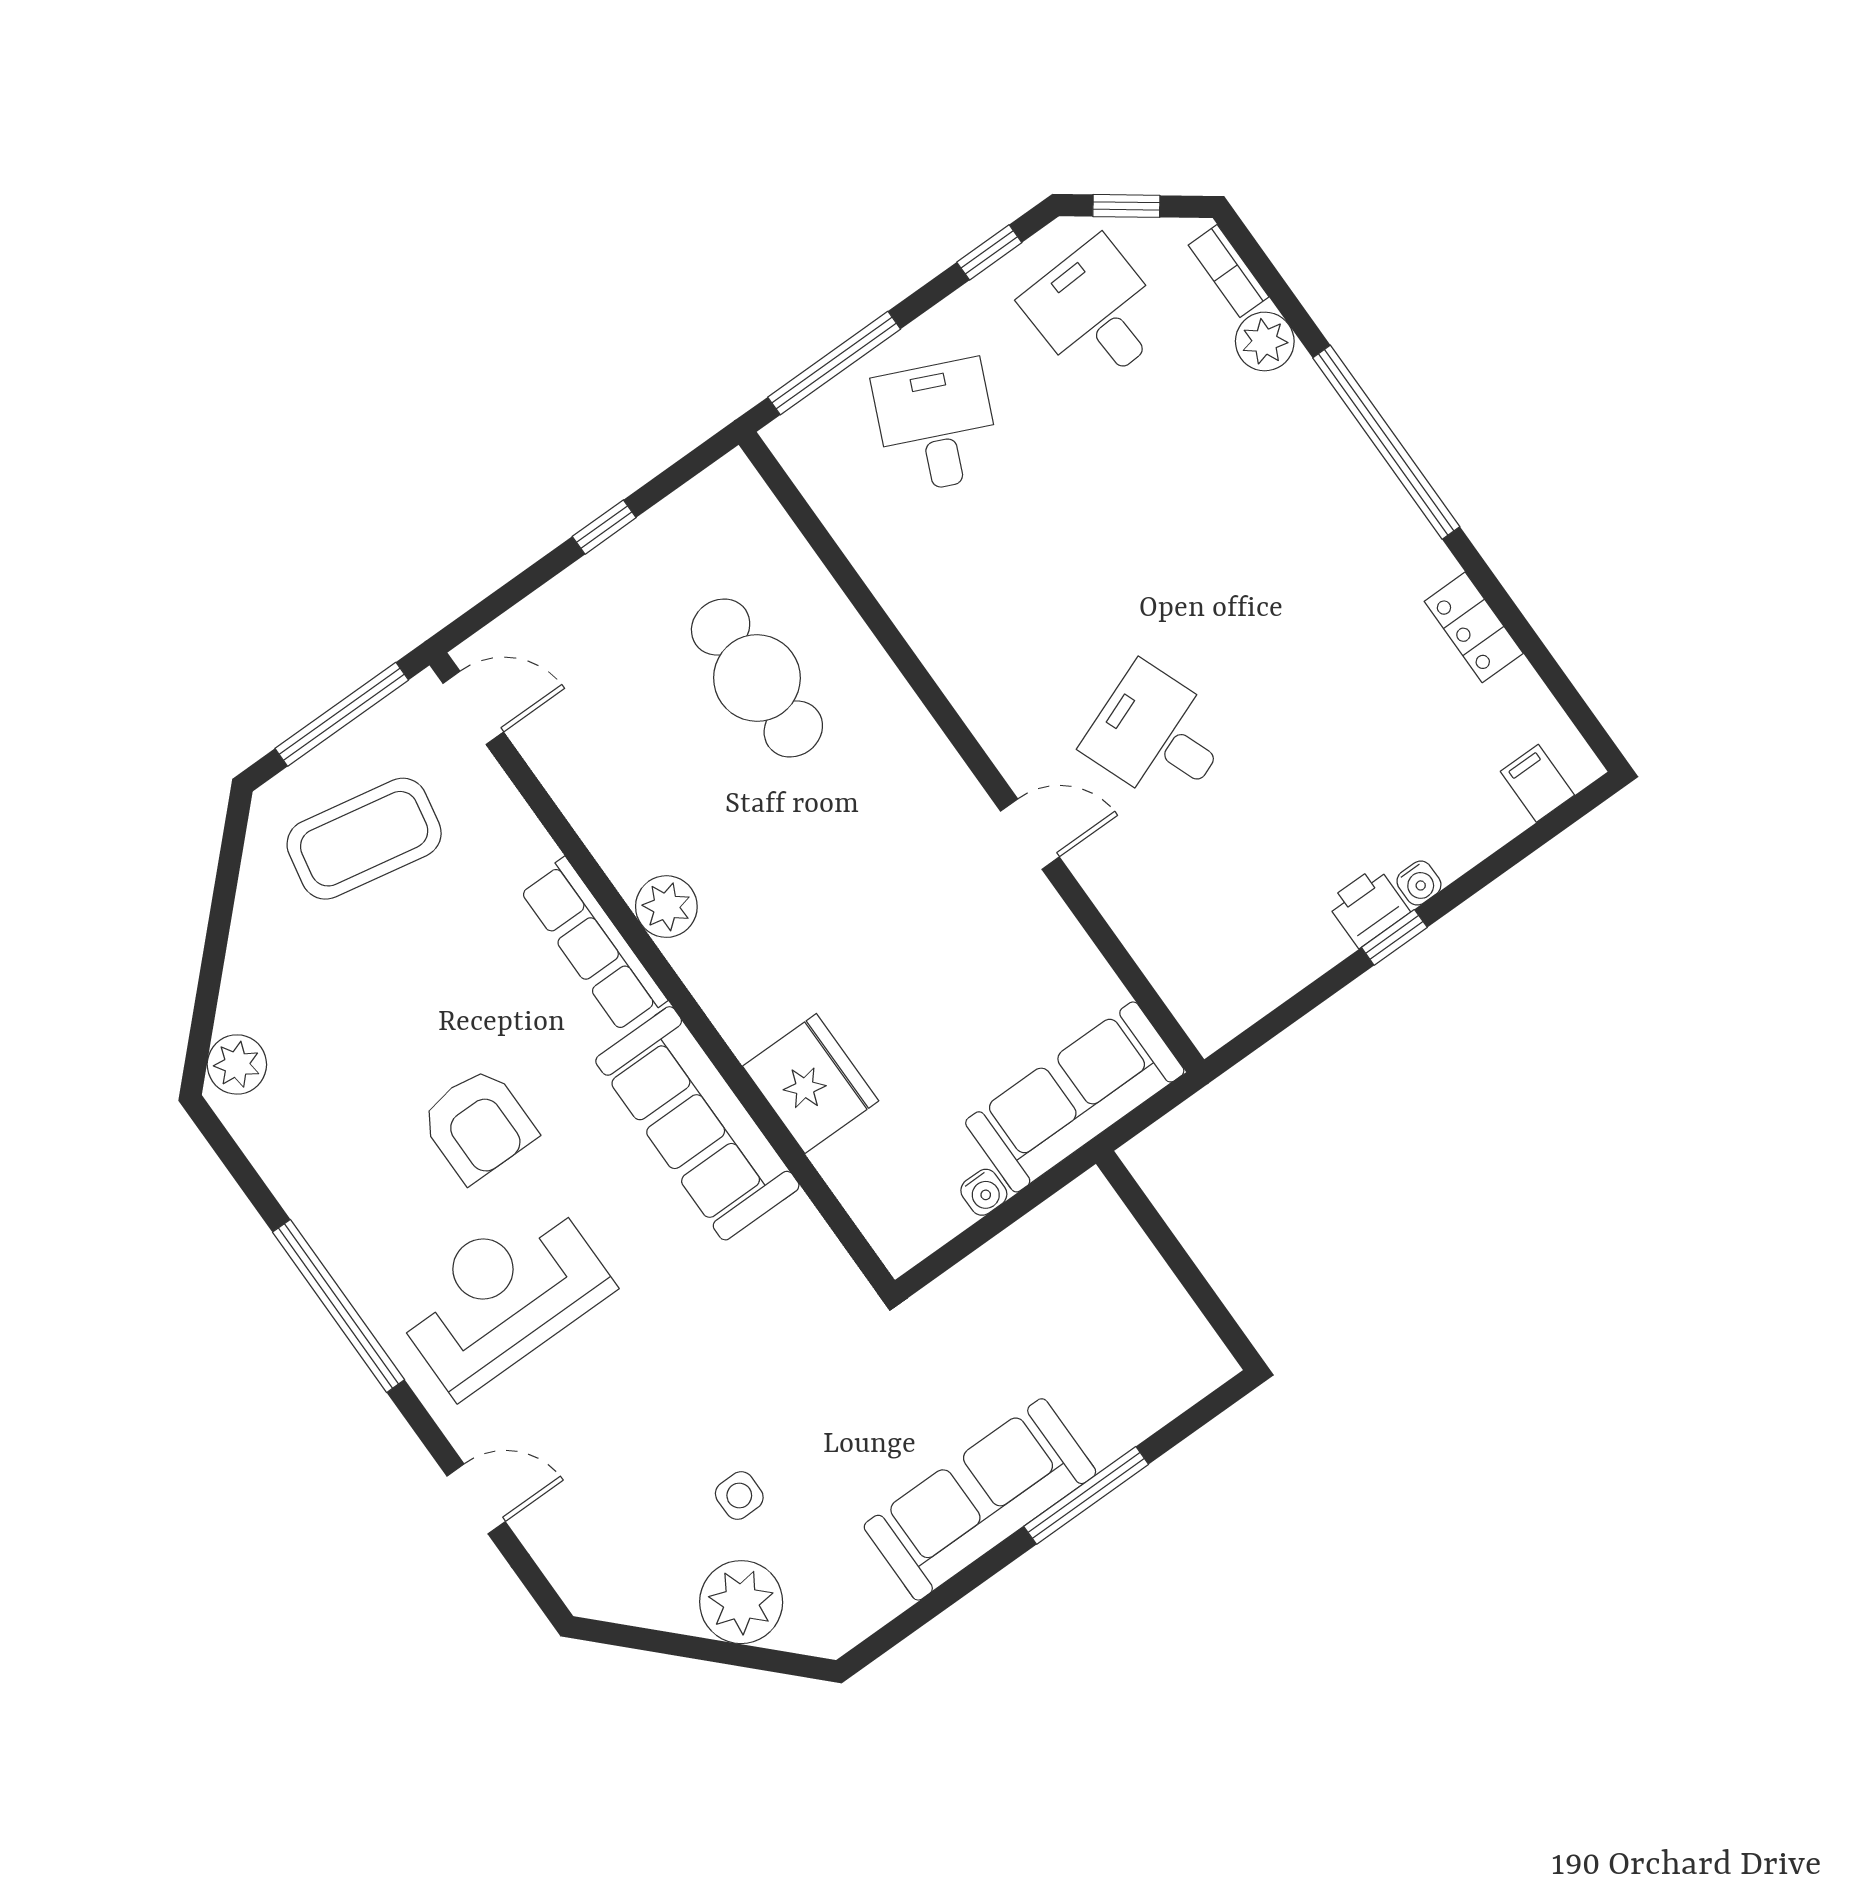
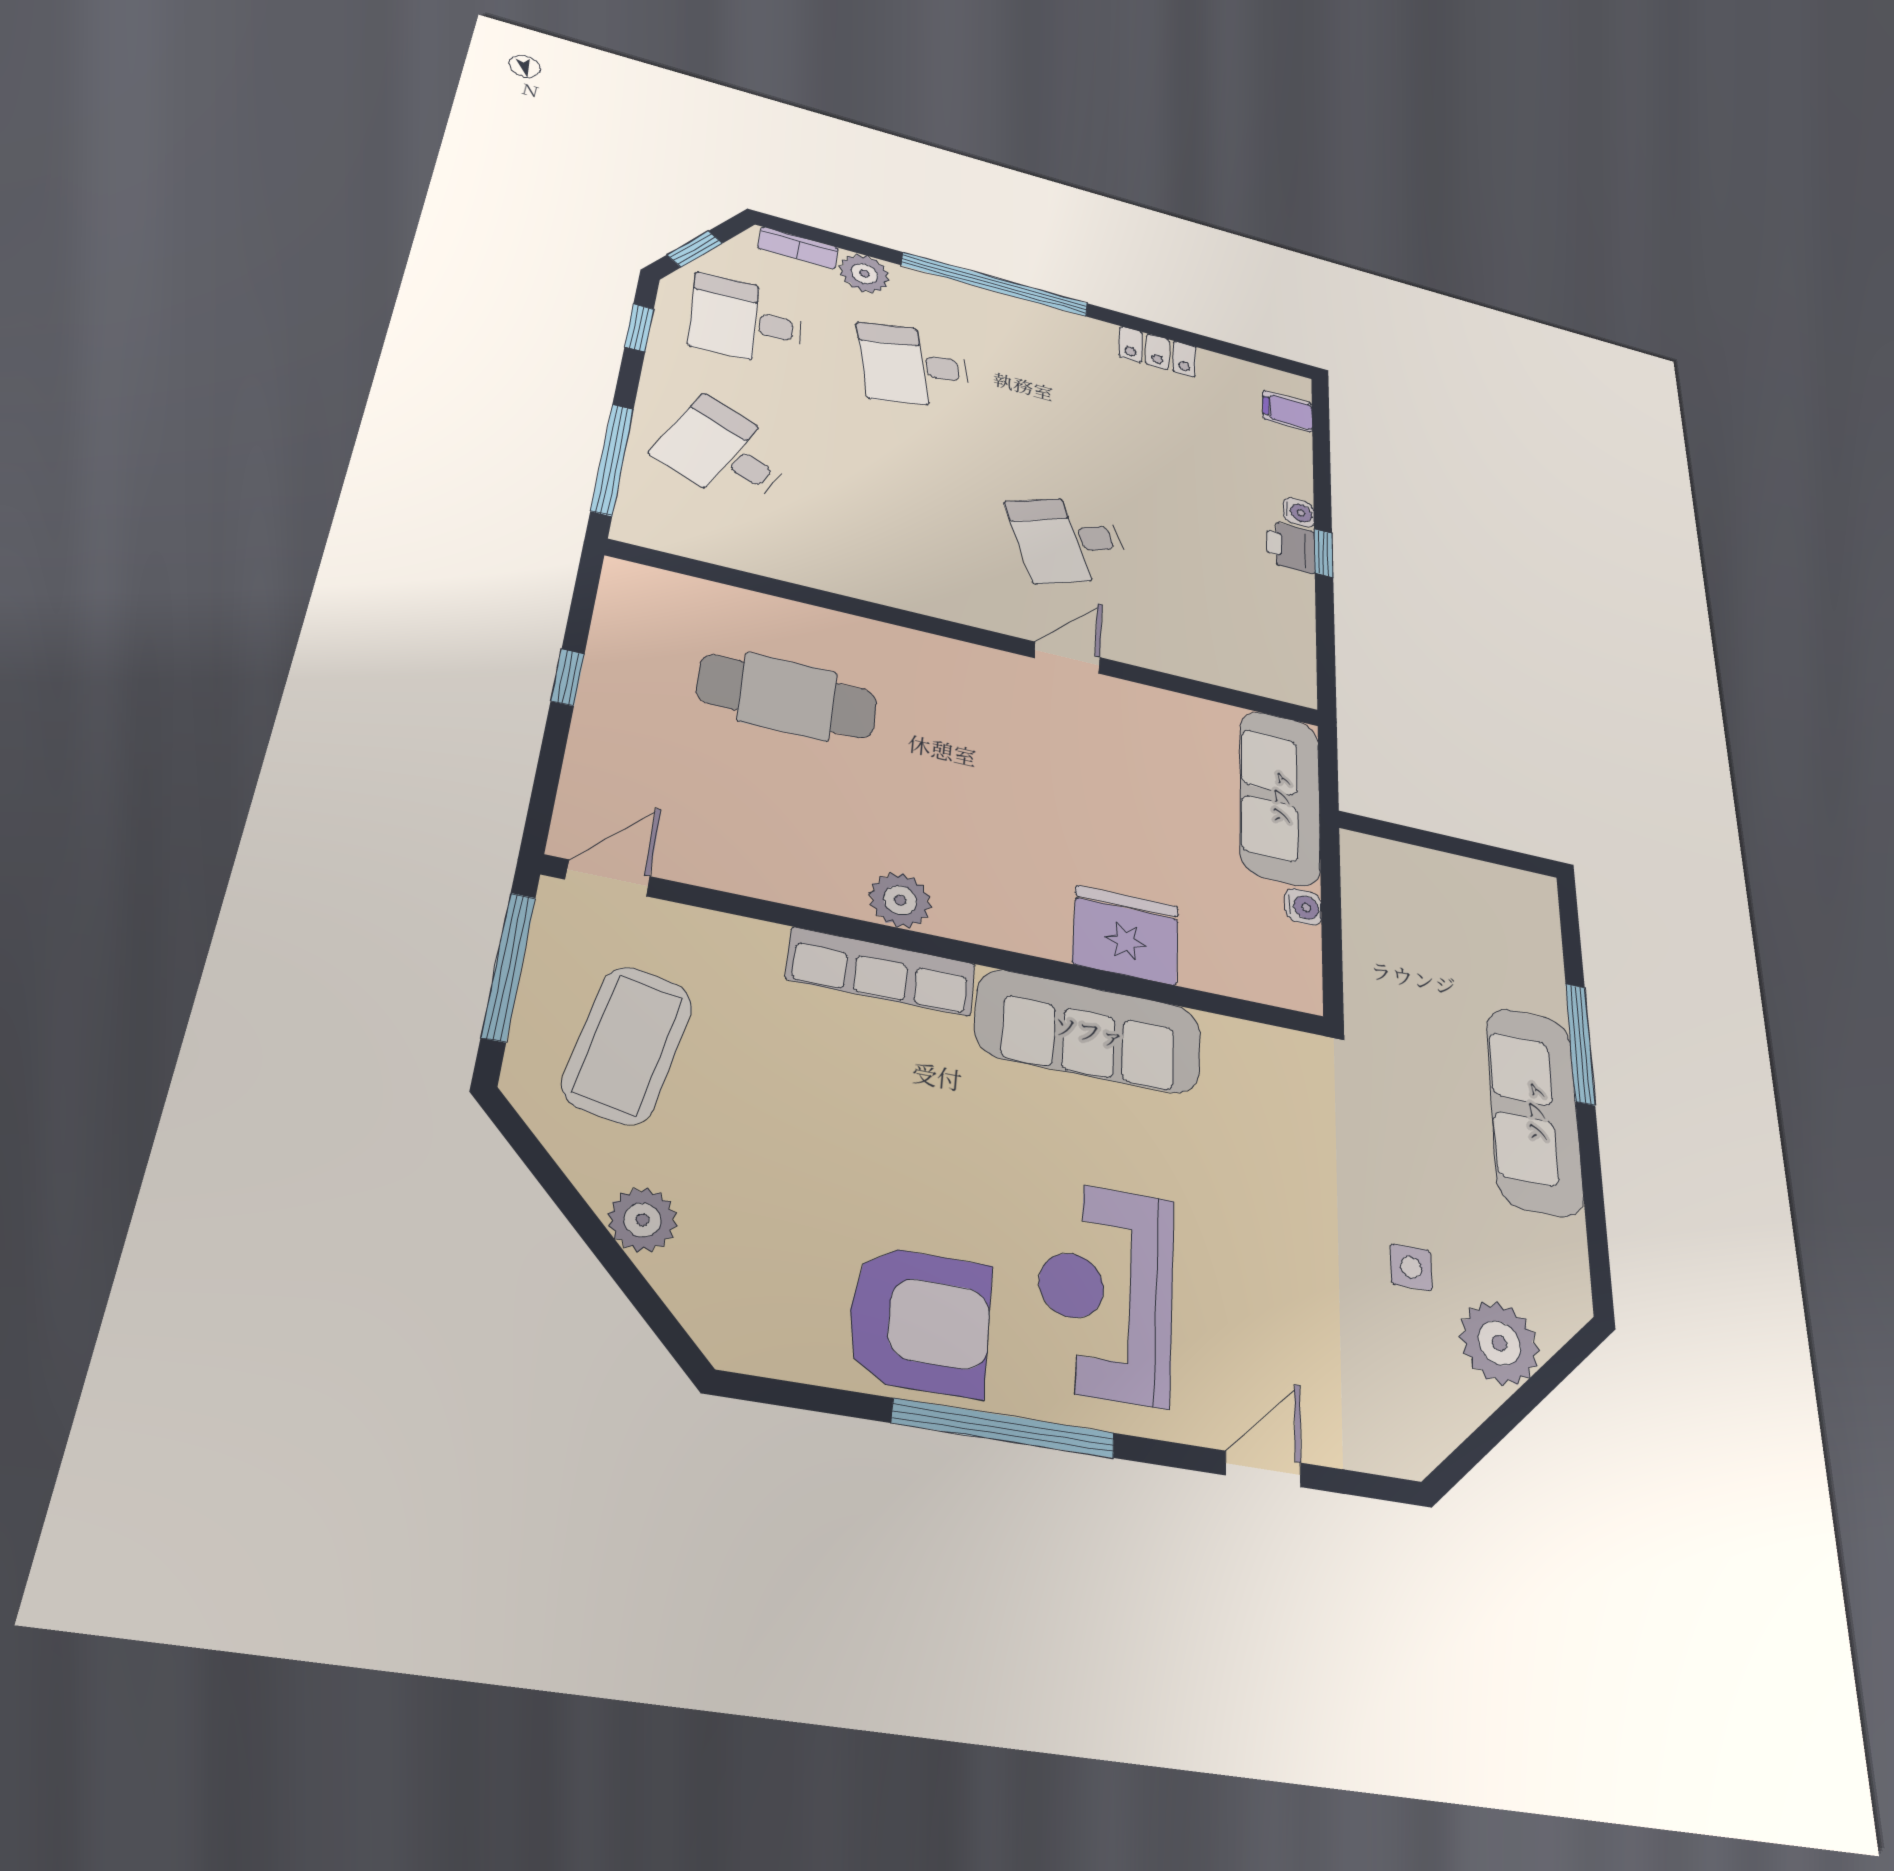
desk: (1206, 468) -> (914, 365), added
plant: (237, 1064) -> (642, 1220), moved
armchair: (478, 1125) -> (920, 1321), moved, width x1.36, depth x1.36

